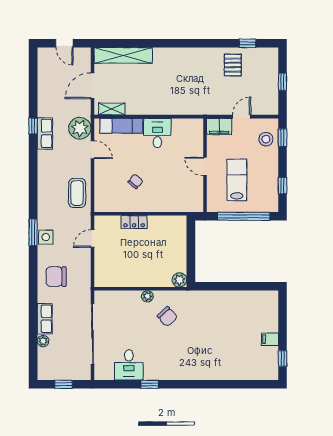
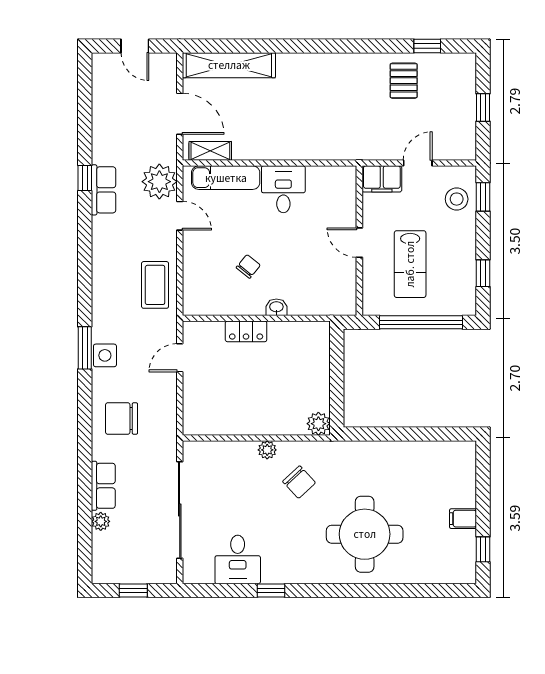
door: (93, 86) -> (180, 114), swing flipped
lab bench: (237, 180) -> (410, 264), turned 180
washbasin: (153, 207) -> (276, 307), added
round table: (208, 349) -> (365, 534), added

